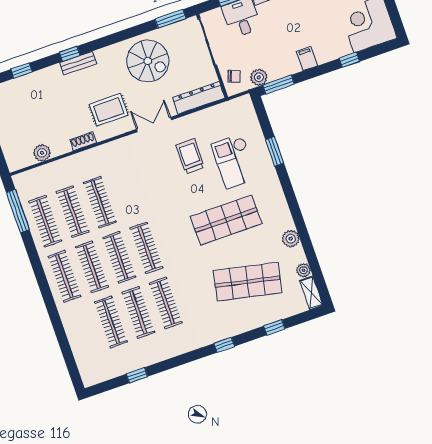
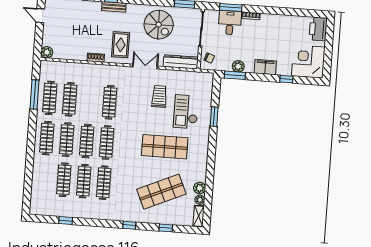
filing cabinet: (307, 59) -> (265, 67), width x2.00
plant: (259, 77) -> (238, 66), moved
rug: (109, 110) -> (121, 45), turned 90
plant: (42, 153) -> (47, 52), moved
clothes rail: (100, 202) -> (110, 102), moved
window: (18, 211) -> (34, 94), moved
plant: (291, 239) -> (200, 188), moved
shop shelf: (248, 282) -> (161, 192), turned -36

